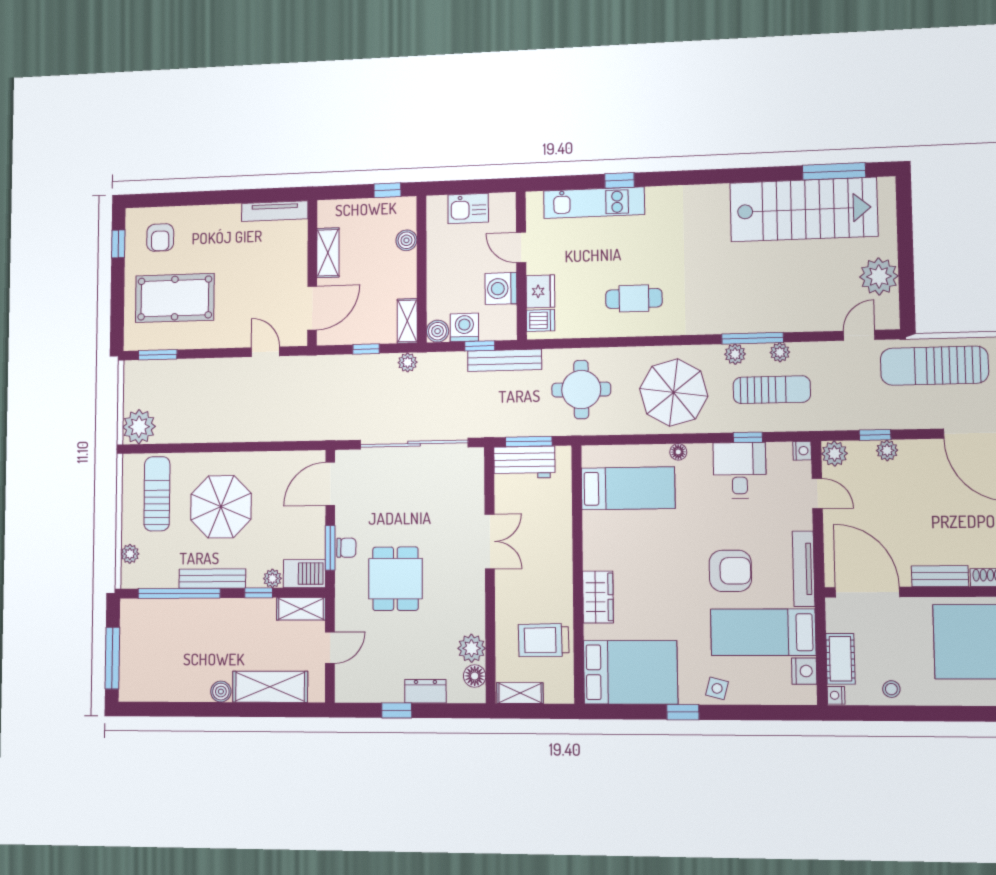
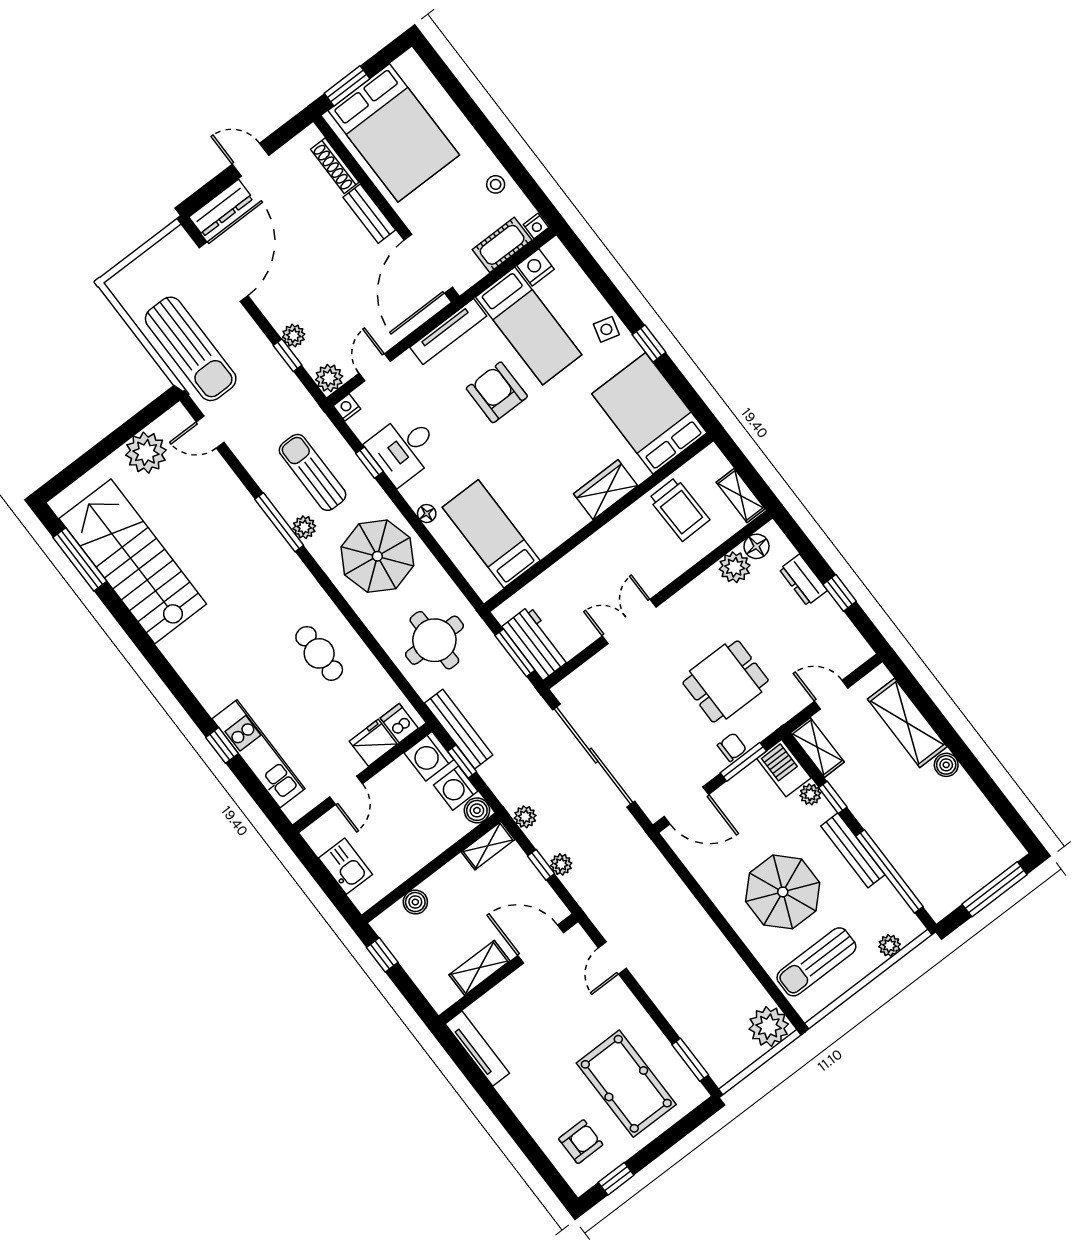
washing machine: (501, 288) -> (429, 756), moved, turned 90
plant: (780, 352) -> (561, 864), moved
chair: (346, 548) -> (732, 747), turned 90

